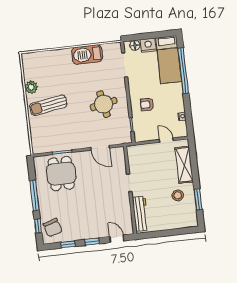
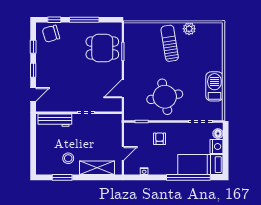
round table: (104, 104) -> (165, 97), width x1.36, depth x1.36

